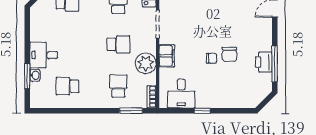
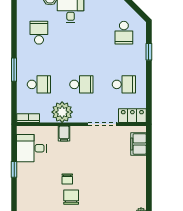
school desk: (118, 44) -> (81, 84), turned -90
chair: (229, 54) -> (71, 197), turned 90
filing cabinet: (167, 56) -> (64, 133), width x0.50
window: (131, 111) -> (14, 70), moved

